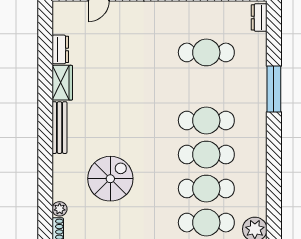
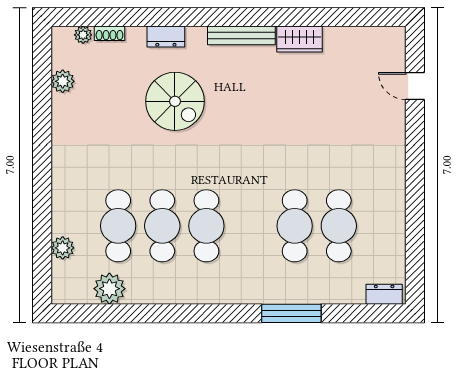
dresser: (60, 49) -> (166, 36), moved
cafe table: (206, 120) -> (295, 226), moved
plant: (60, 209) -> (136, 35), removed

